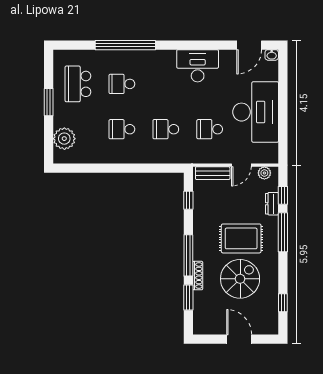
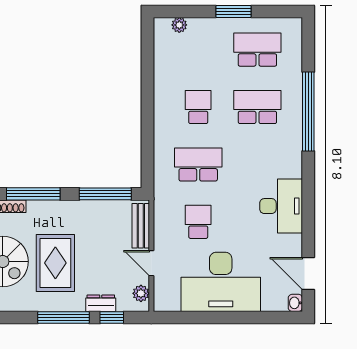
school desk: (122, 84) -> (257, 107), width x1.85
school desk: (166, 129) -> (198, 164), width x1.85
plant: (64, 139) -> (179, 25), width x0.53, depth x0.53
window: (188, 200) -> (105, 194), width x2.17

